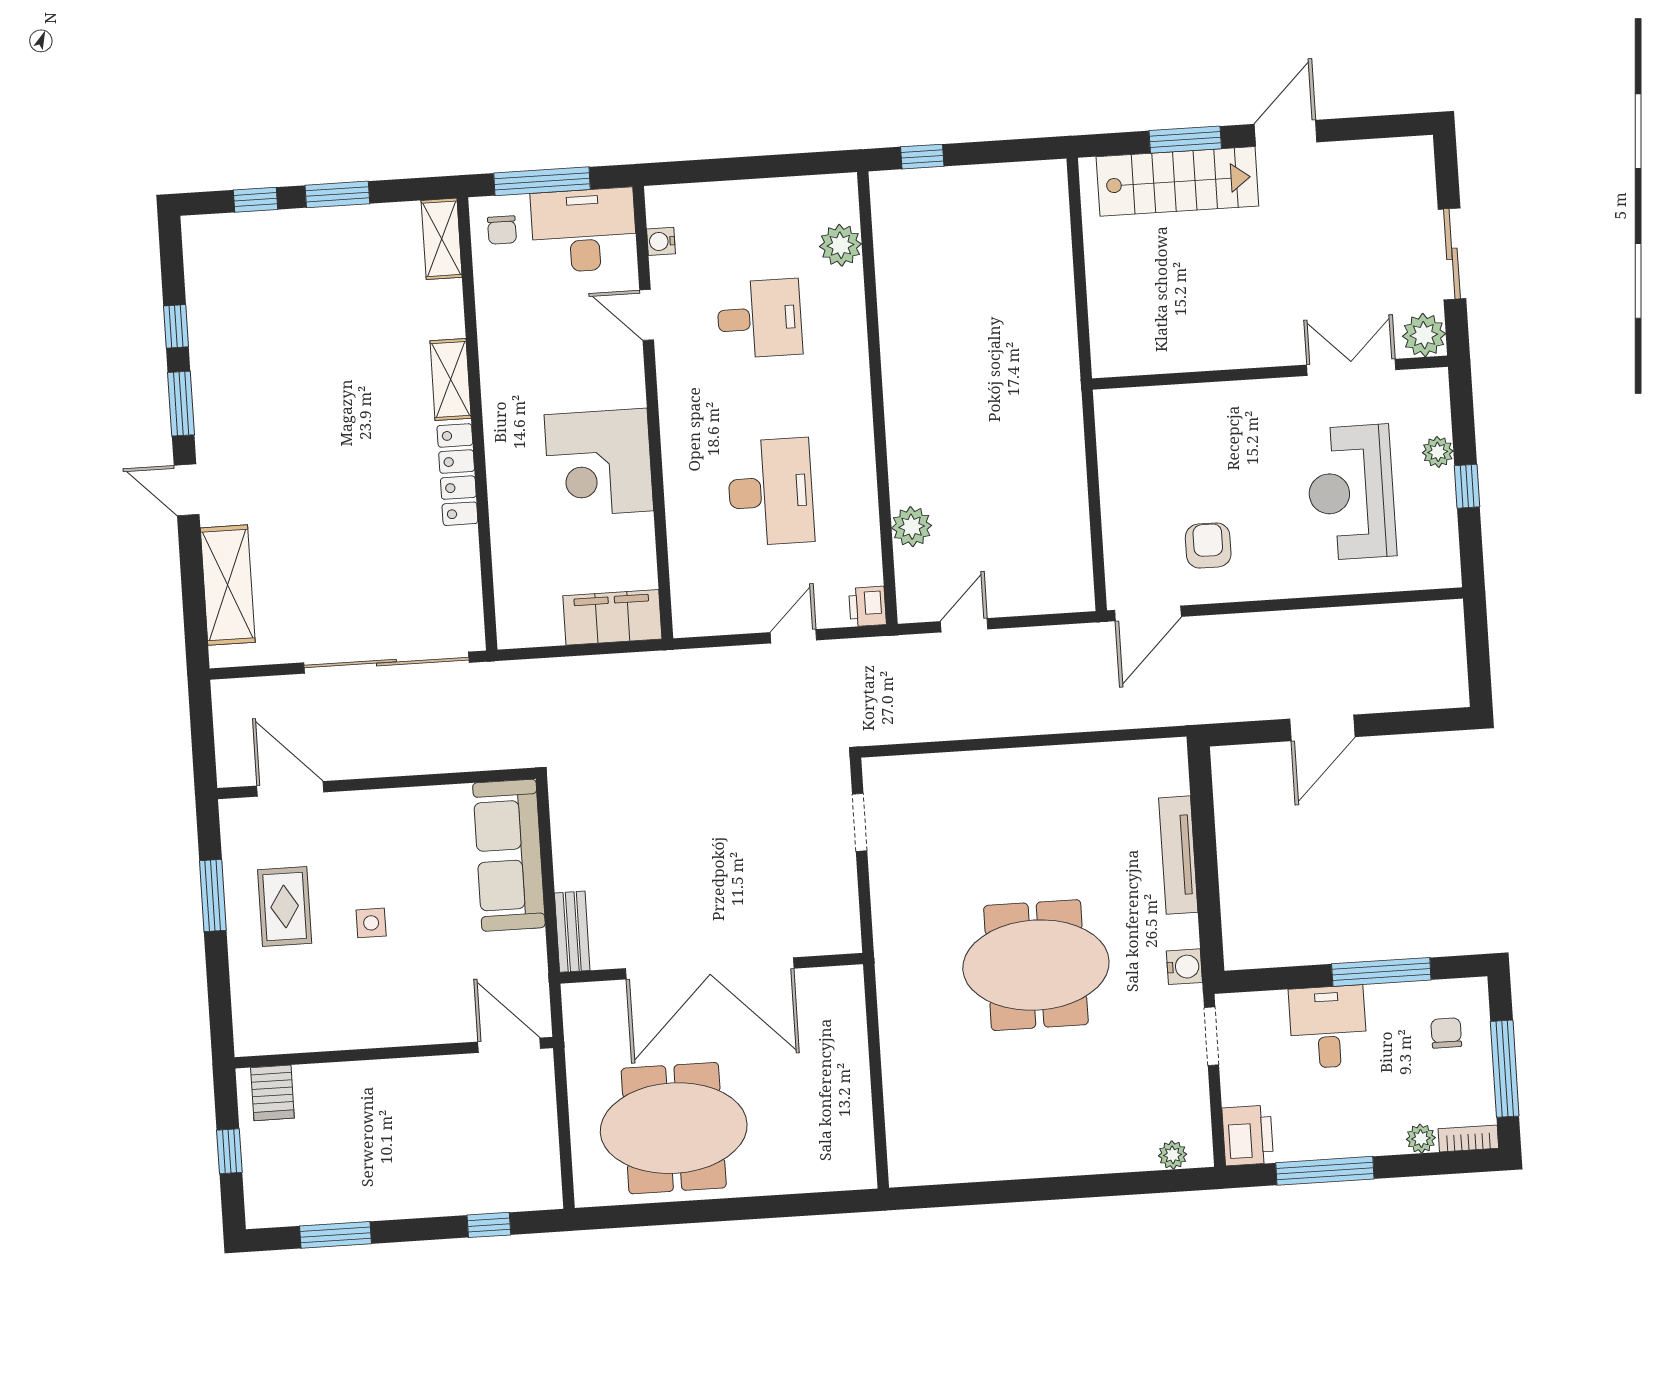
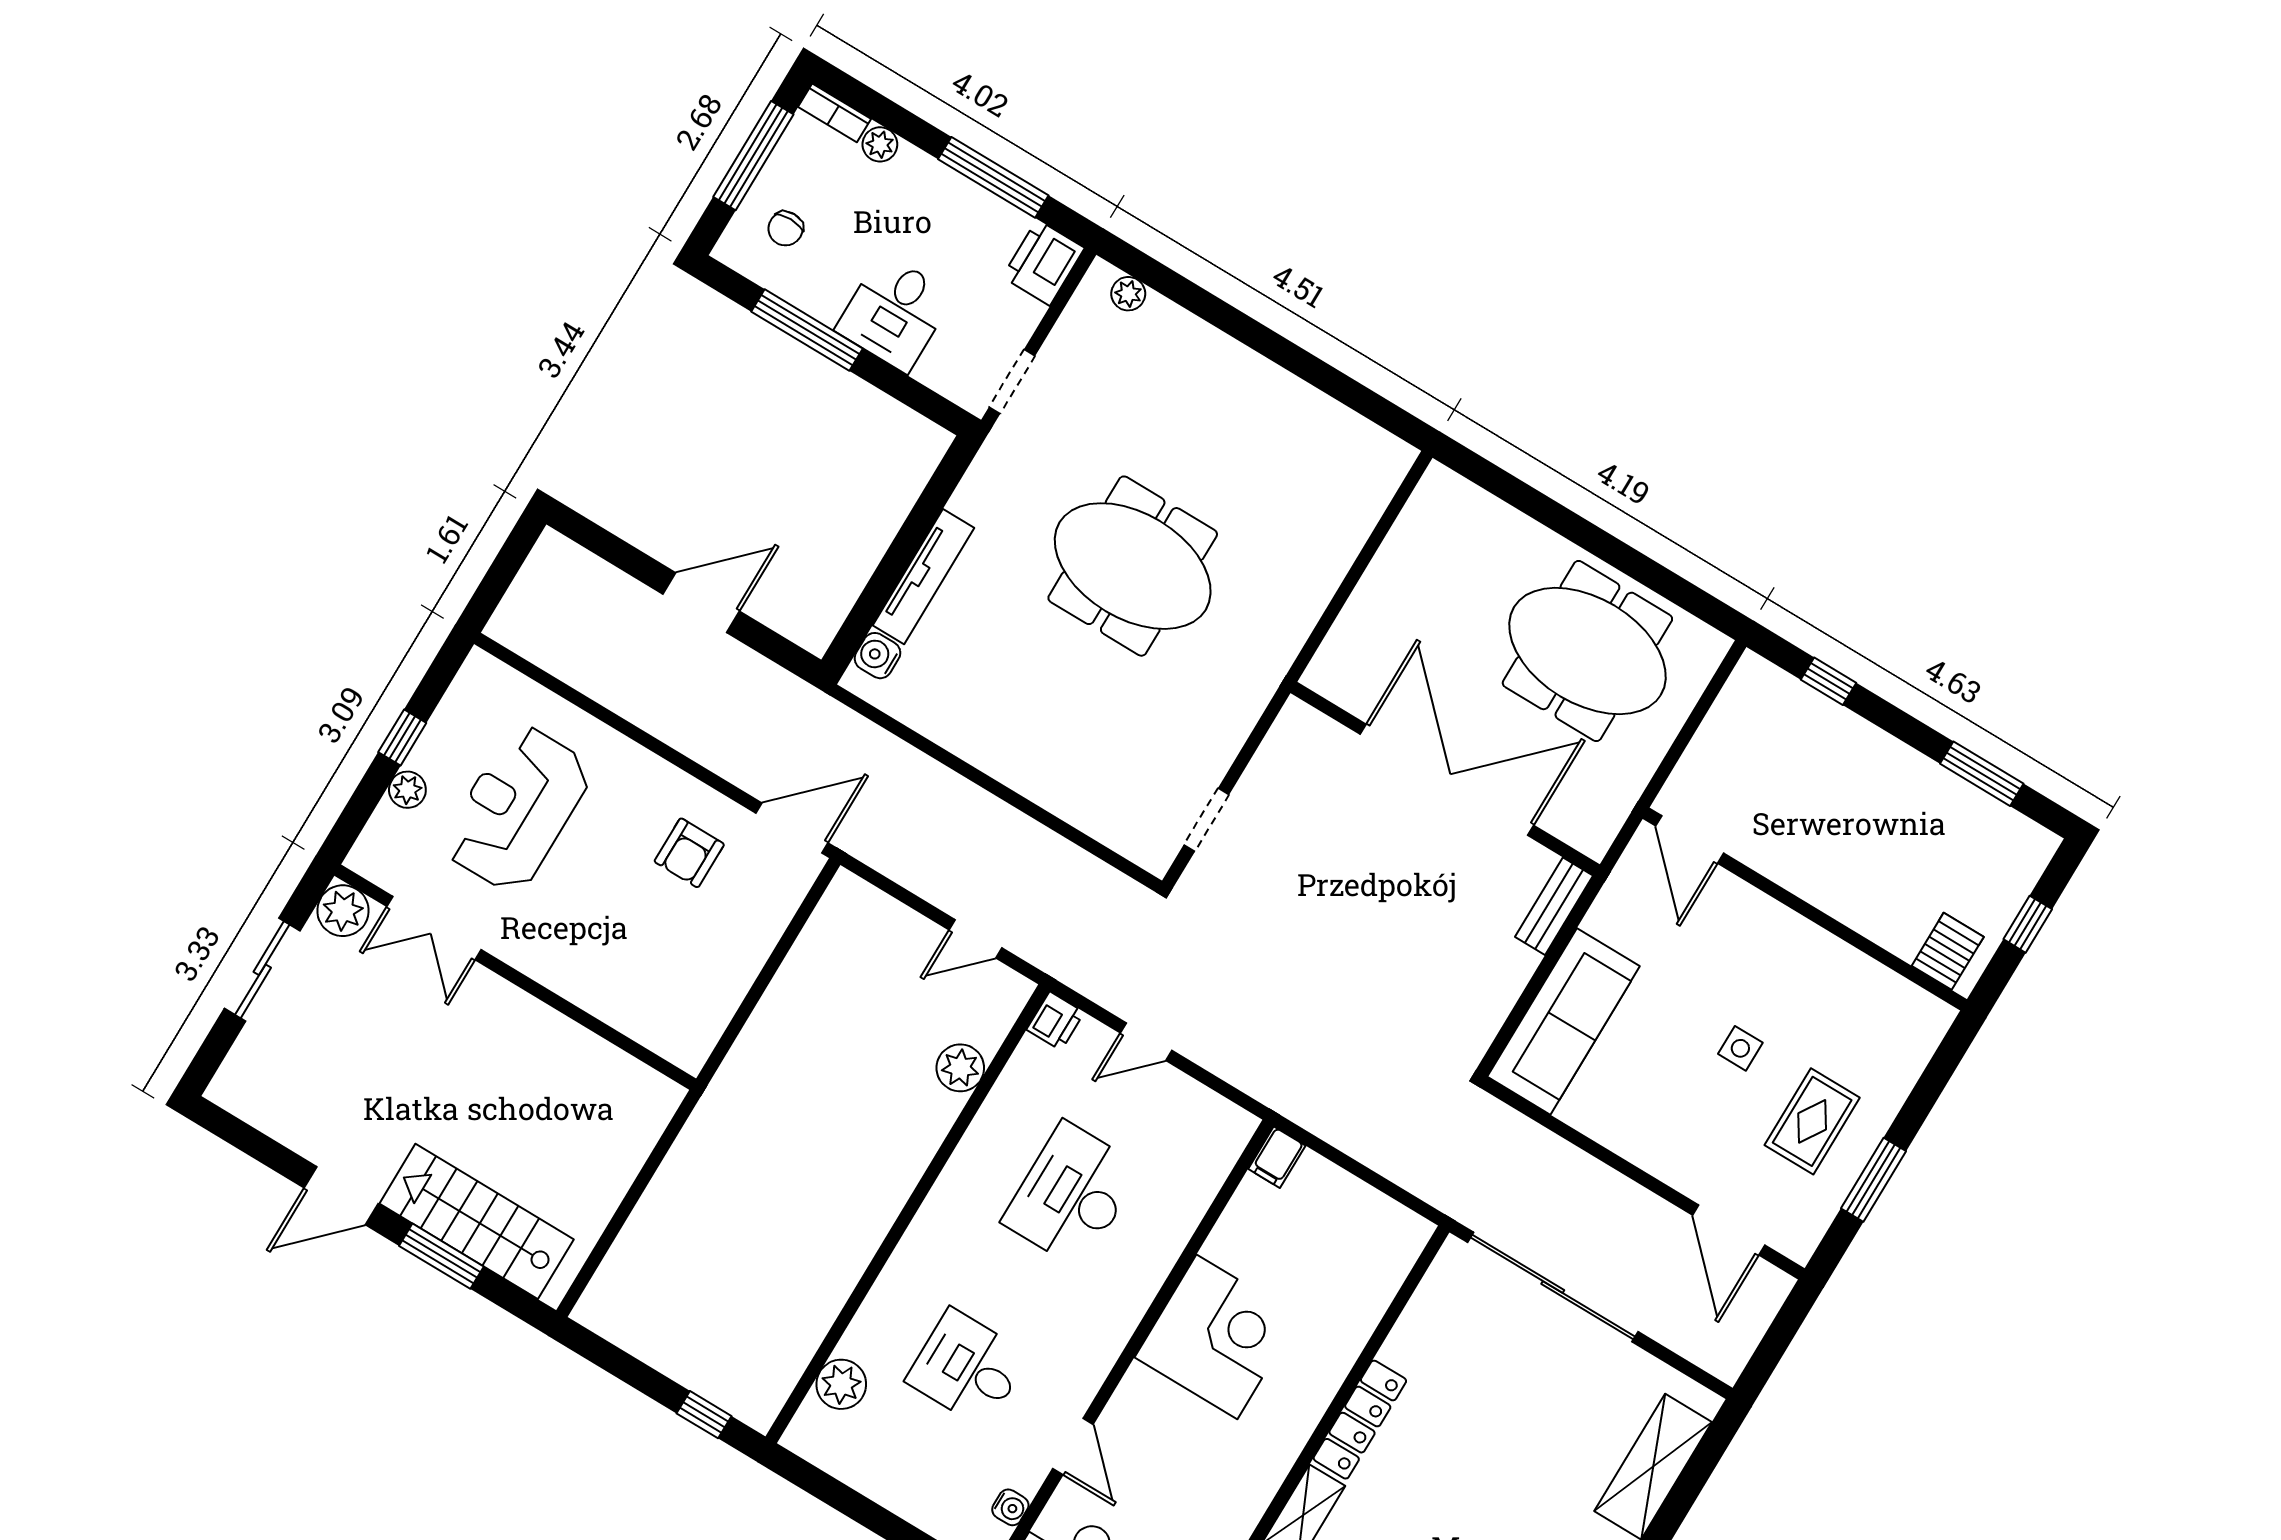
reception desk: (1351, 492) -> (517, 809), turned 180
filing cabinet: (612, 617) -> (1277, 1157), width x0.33, depth x0.86
water cooler: (1184, 967) -> (877, 656), moved

